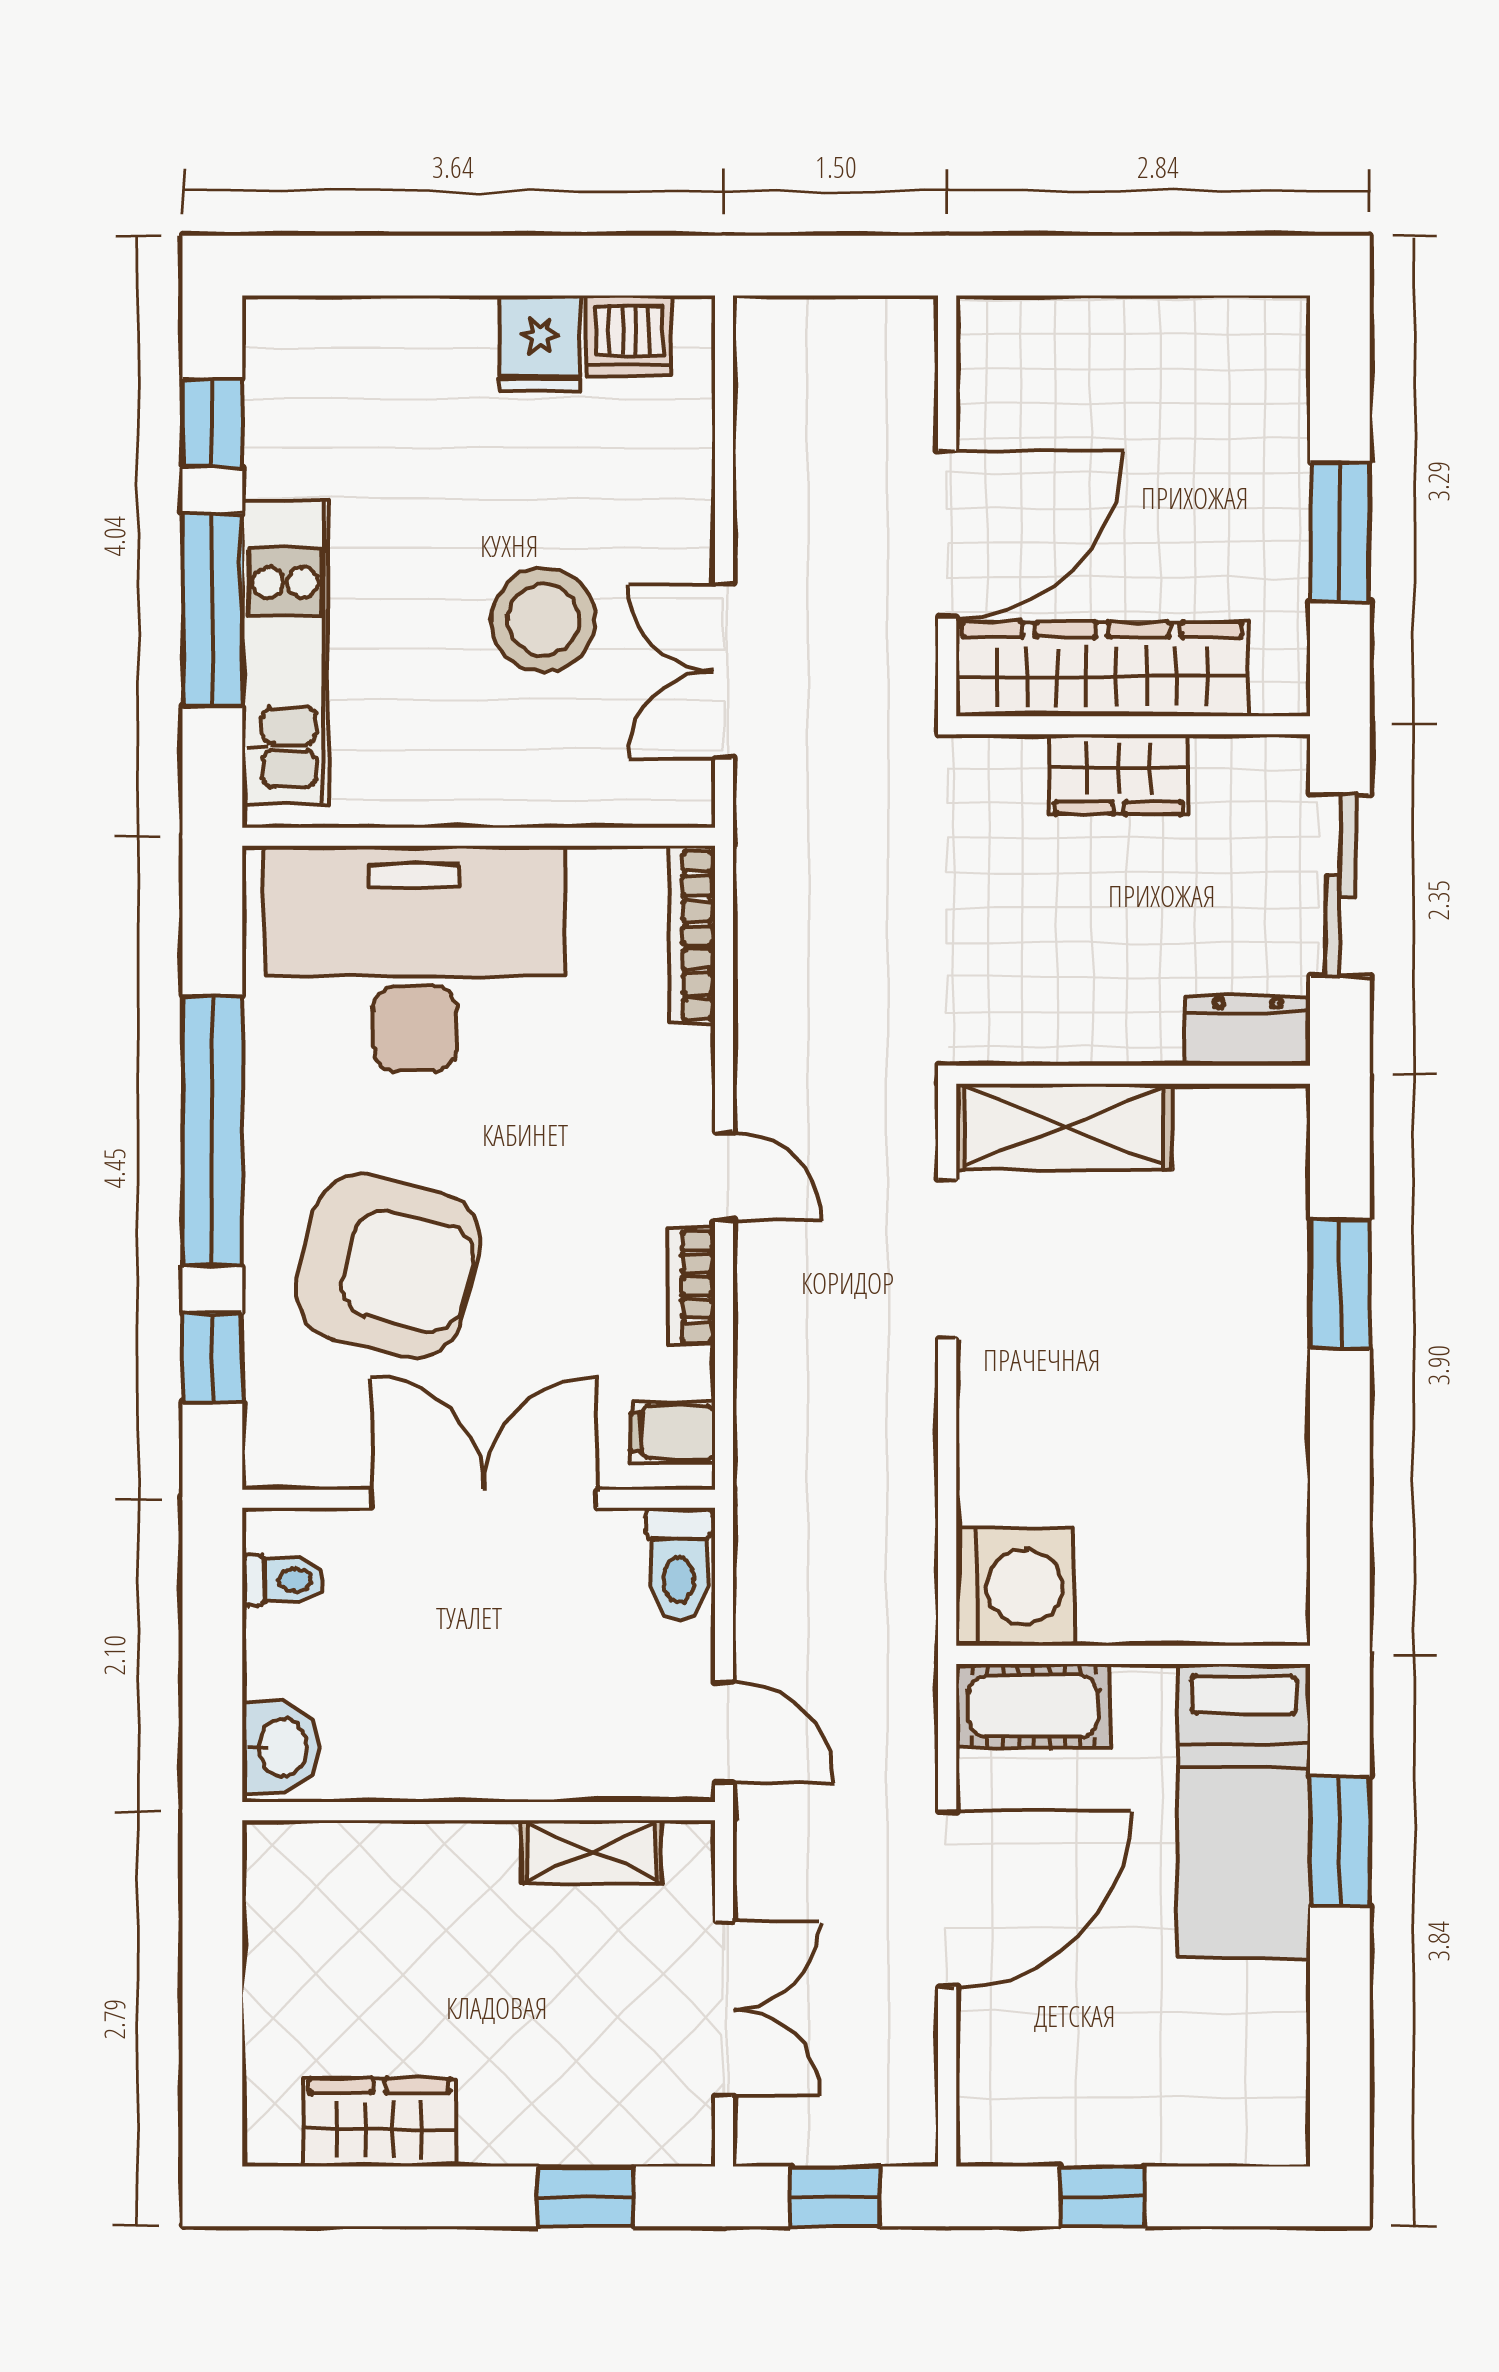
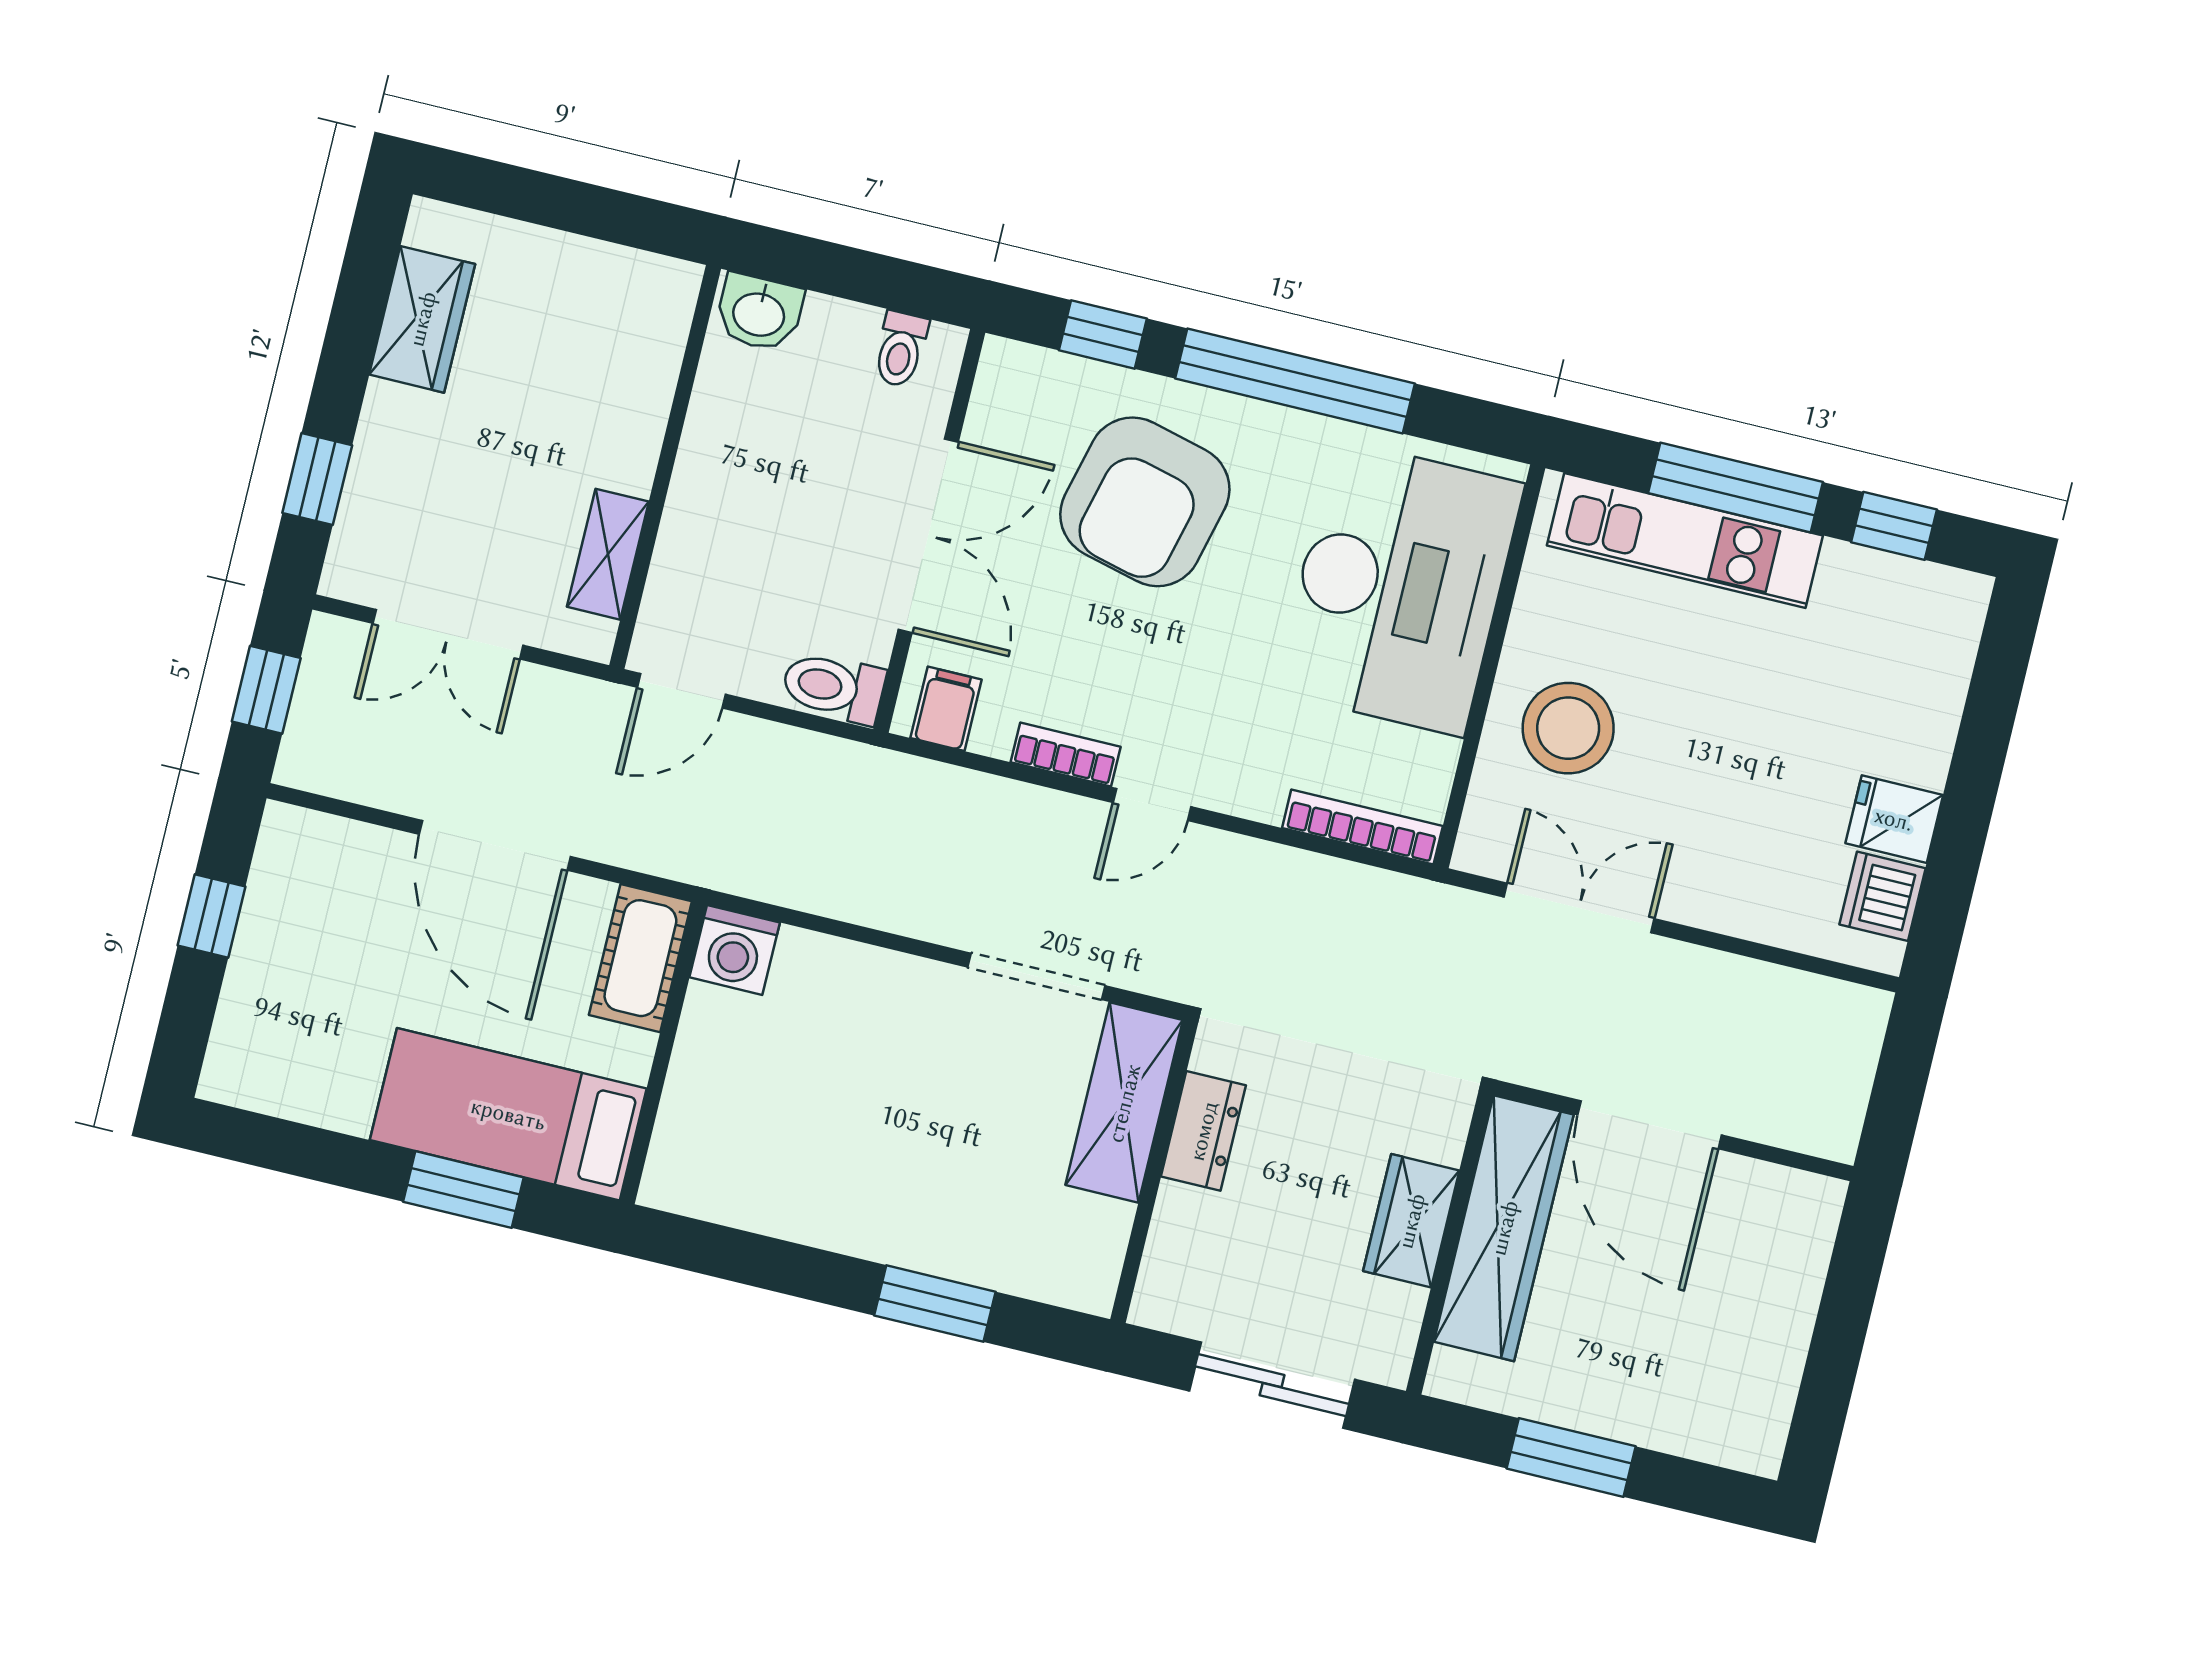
stool: (543, 620) -> (1568, 728), moved
dresser: (1248, 1031) -> (1203, 1131), moved
washing machine: (1015, 1587) -> (735, 950), width x0.73, depth x0.73

